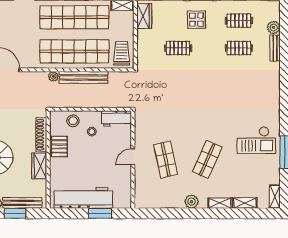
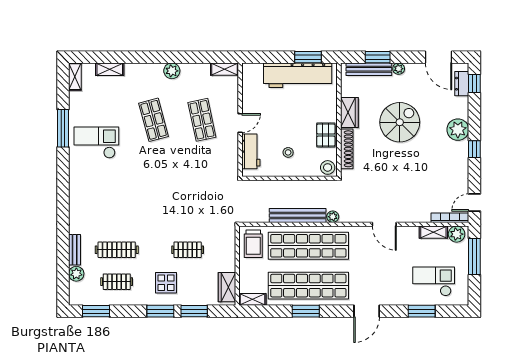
clothes rail: (239, 48) -> (117, 250), width x1.36
workbench: (116, 118) -> (251, 151), moved, turned 90
stool: (73, 121) -> (328, 167), moved
shop shelf: (207, 160) -> (154, 120), turned -39
shelving: (220, 203) -> (224, 69), moved
window: (100, 213) -> (308, 57), moved

